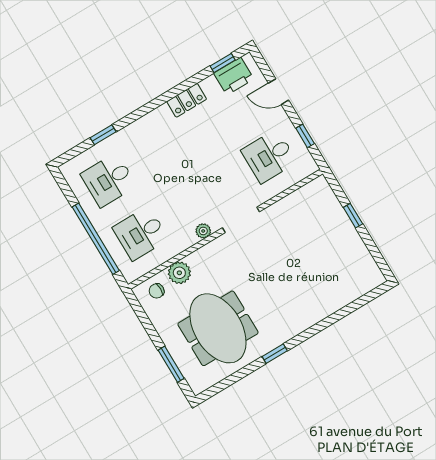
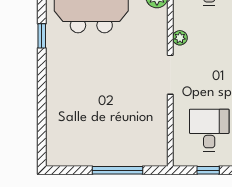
window: (353, 216) -> (118, 170), width x2.17

